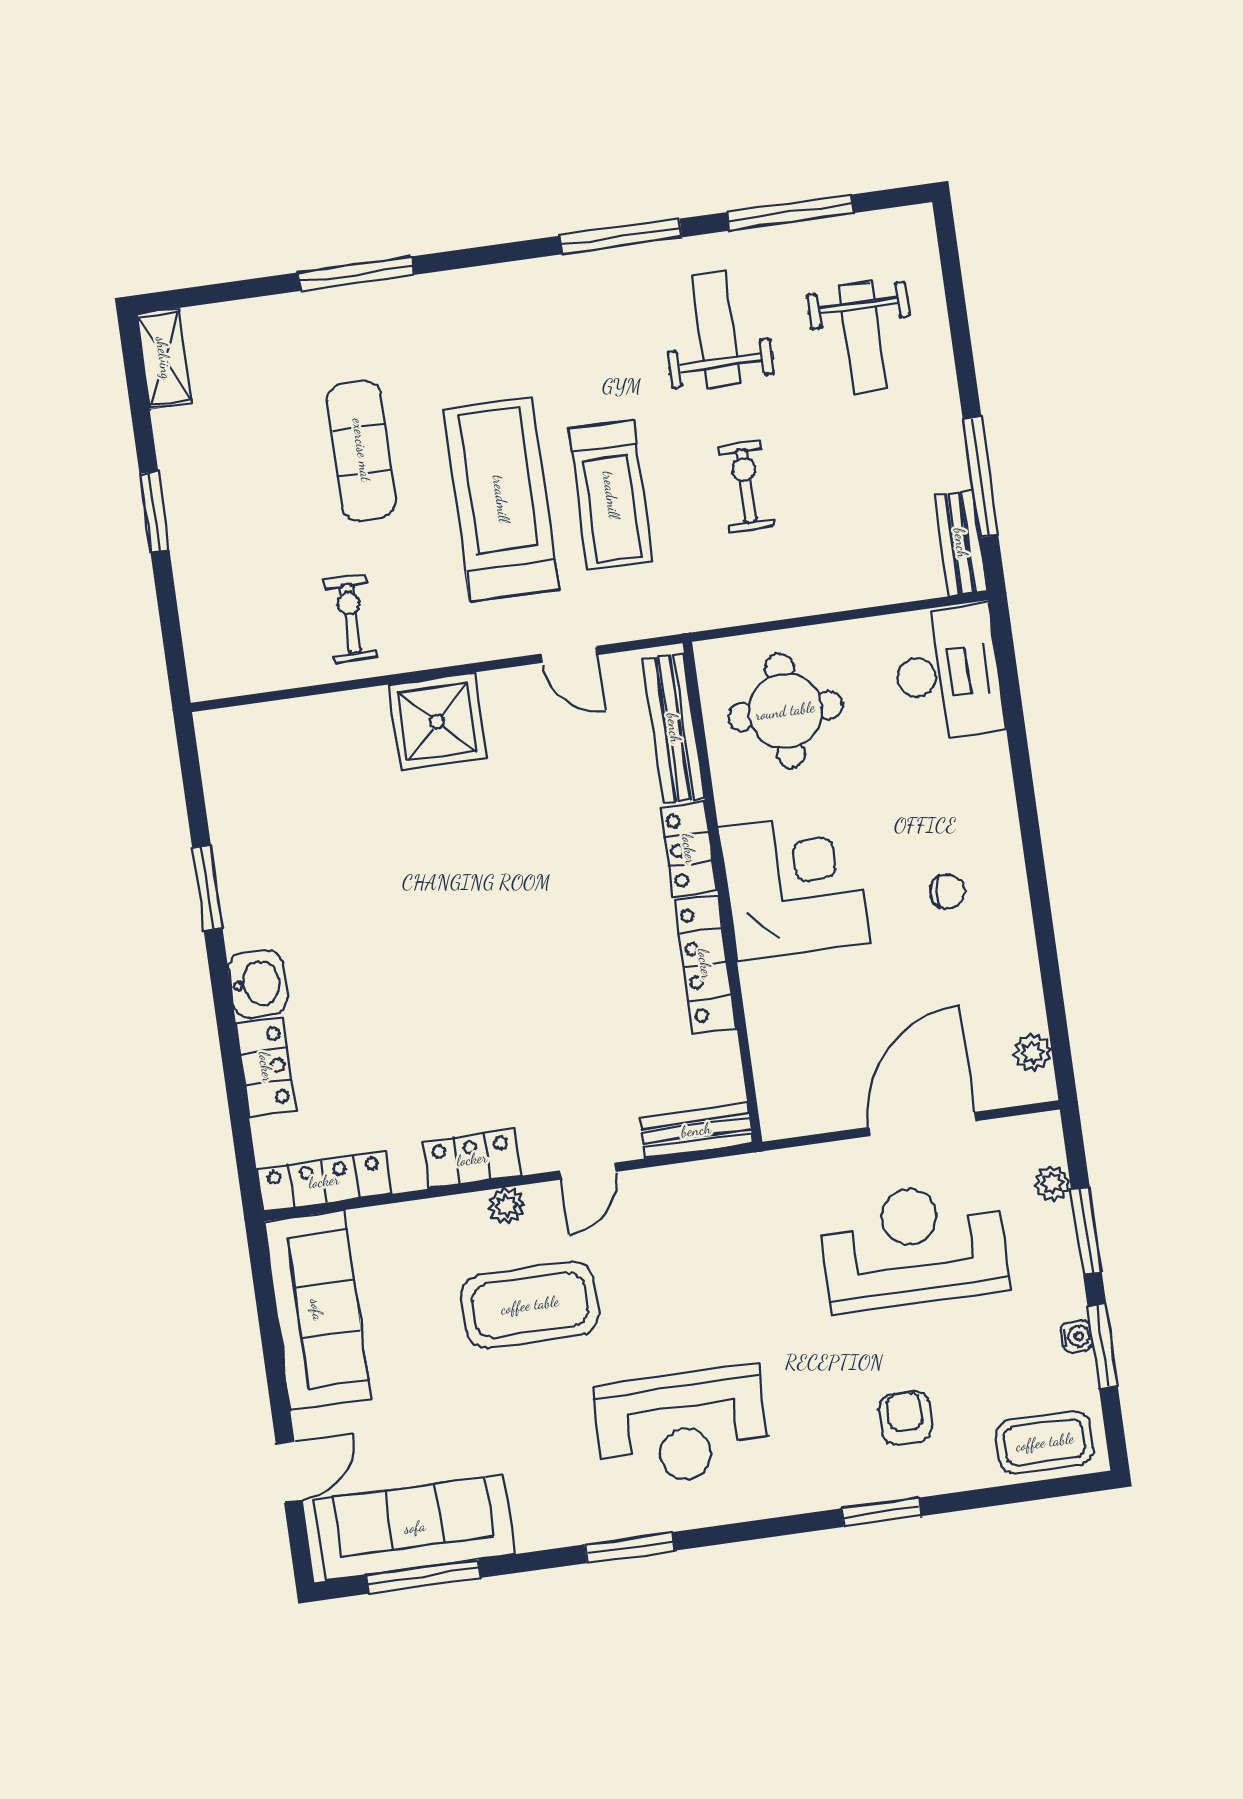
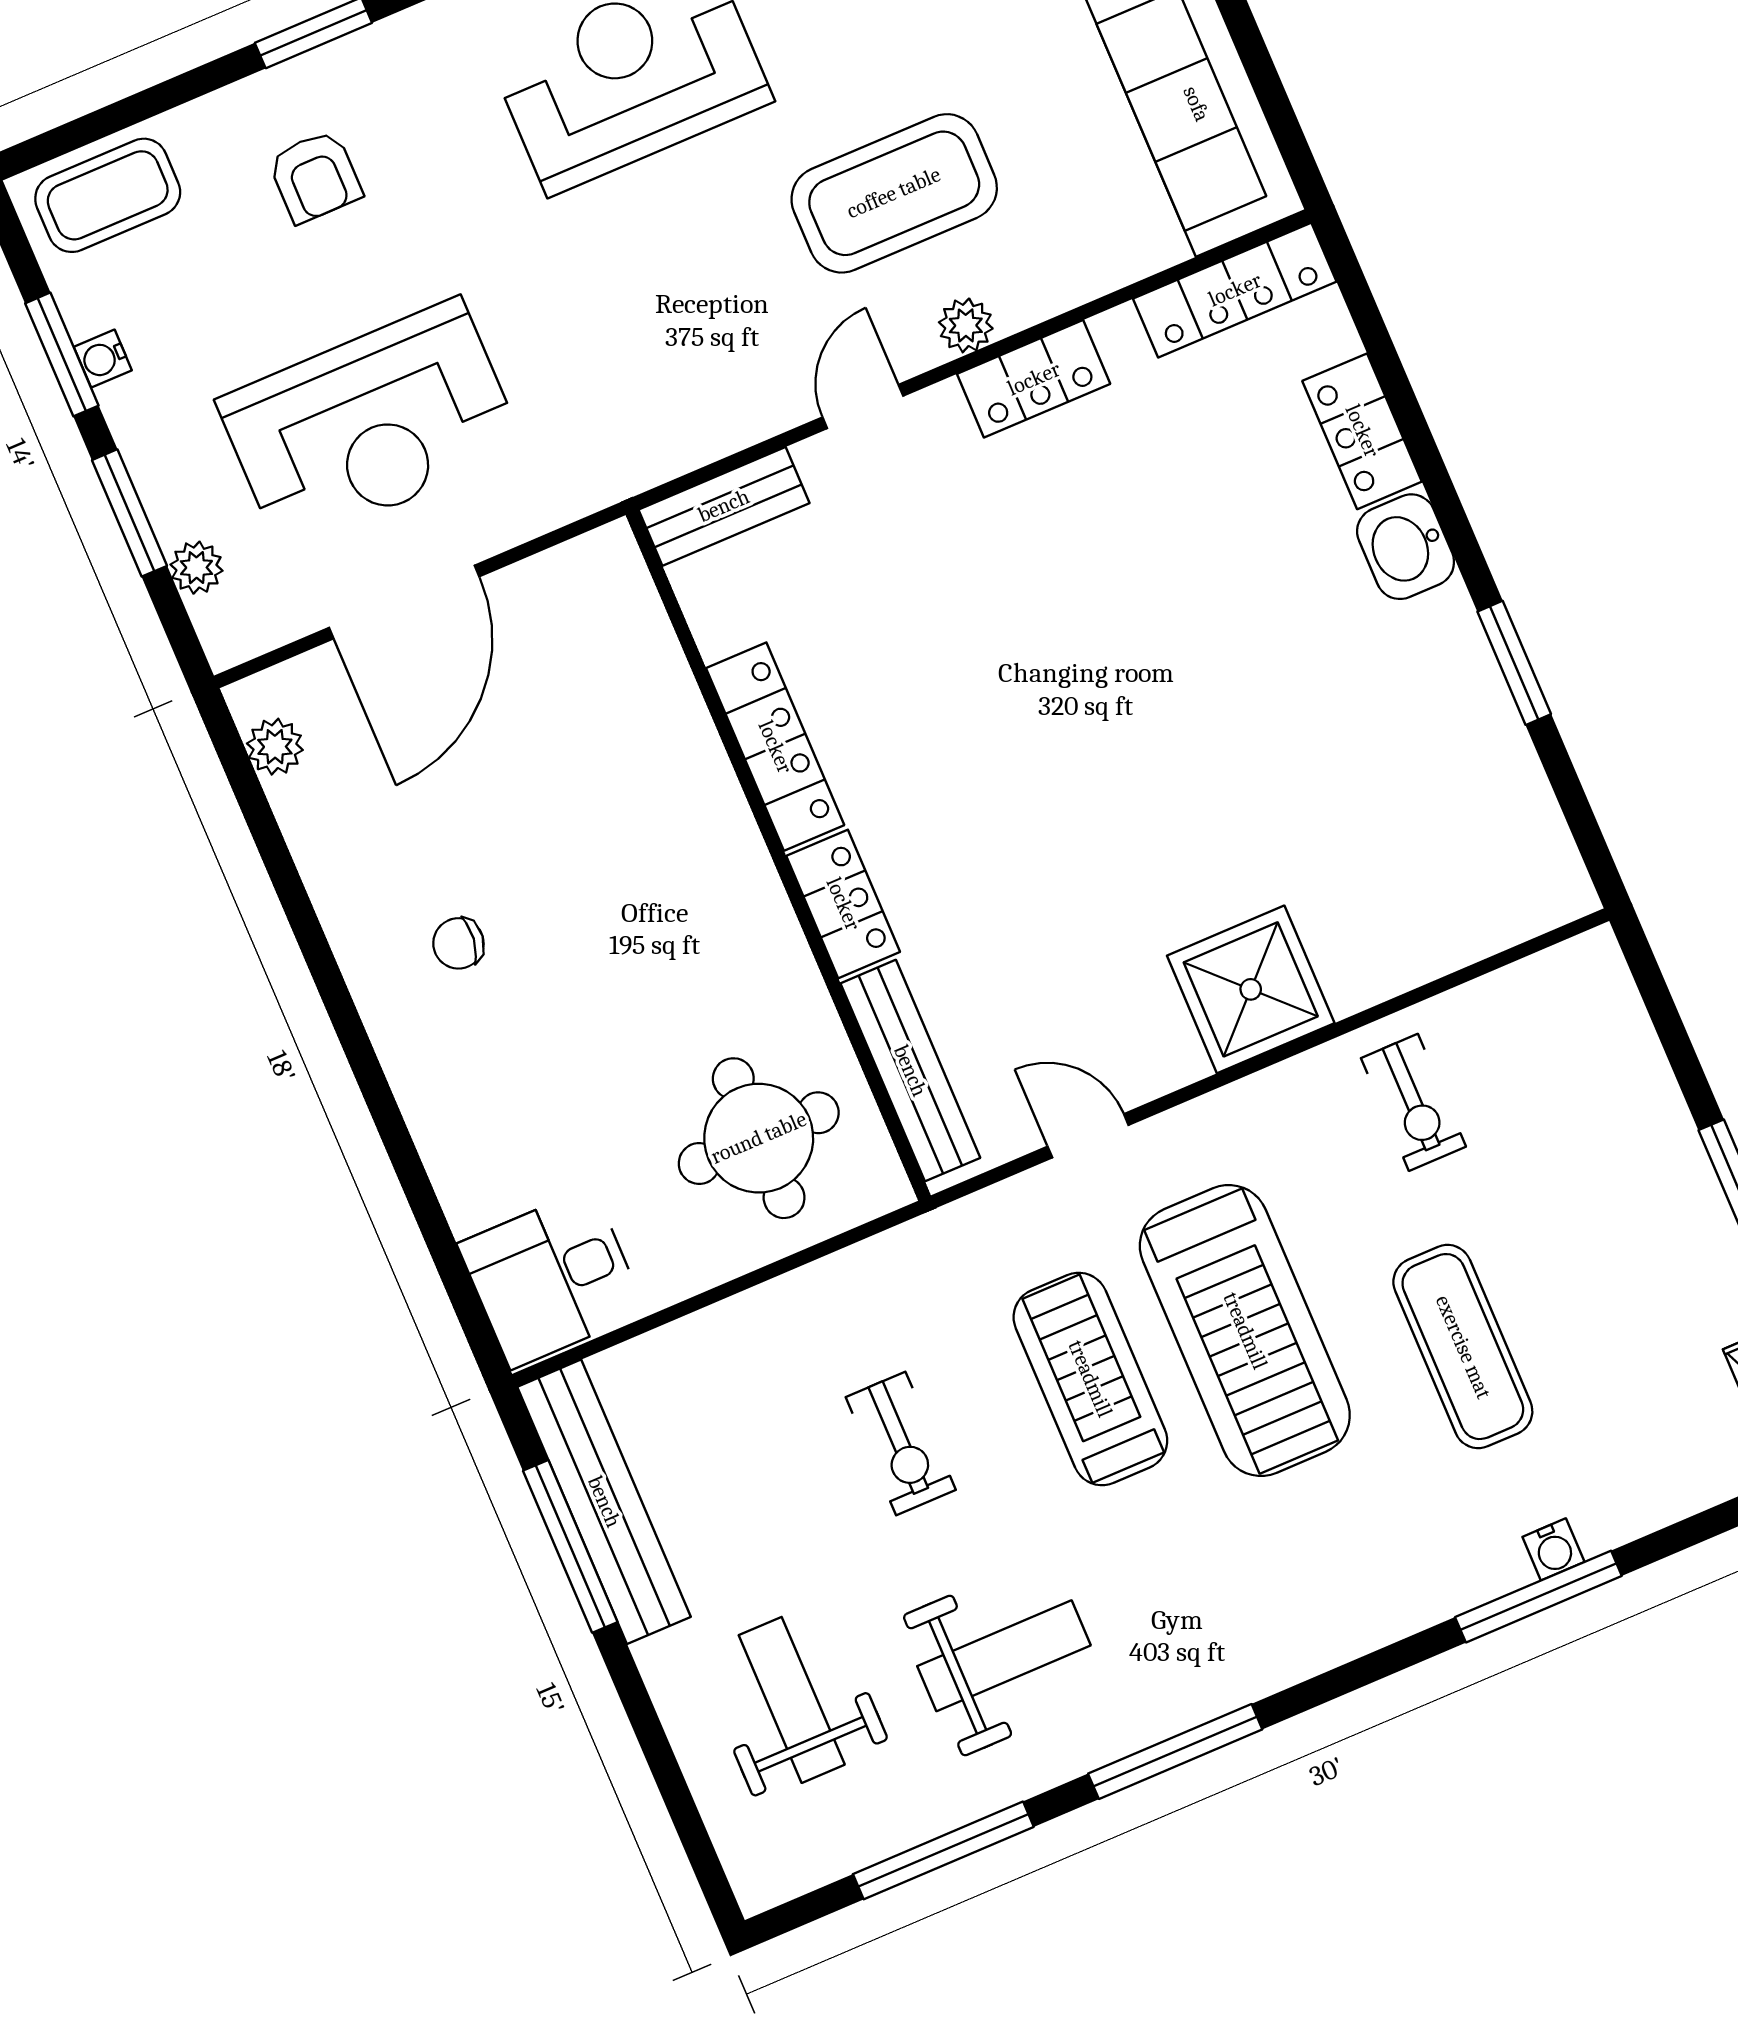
water cooler: (338, 302) -> (1553, 1549), added
weight bench: (716, 329) -> (1004, 1656), turned -90
bench: (961, 543) -> (604, 1502), width x1.86, depth x1.21
desk: (948, 673) -> (552, 1278), width x0.73
corner desk: (795, 885) -> (678, 893), removed

